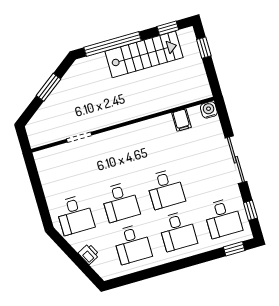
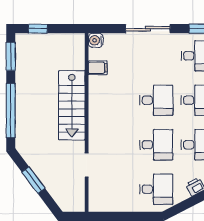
window: (168, 28) -> (11, 56), width x1.50
stairs: (144, 54) -> (72, 105), moved, turned 180

